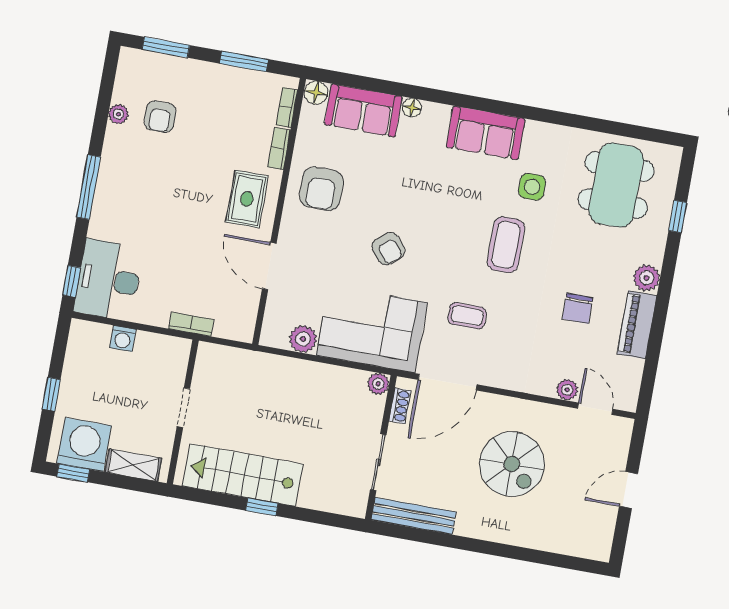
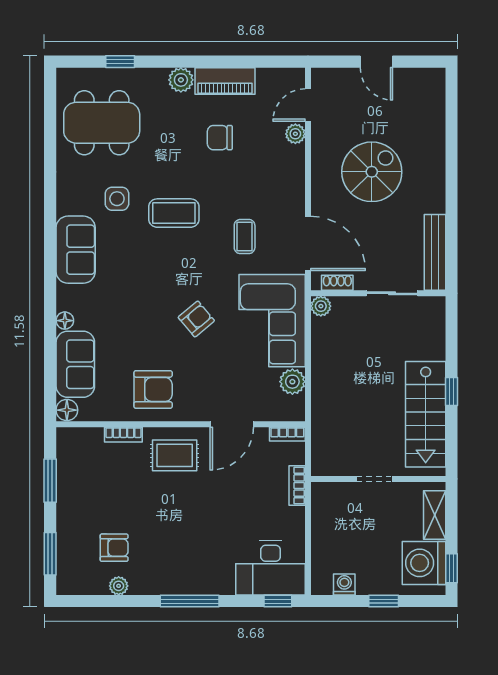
bookcase: (287, 108) -> (287, 434), moved
chair: (578, 308) -> (220, 138), turned 180
washing machine: (123, 339) -> (344, 584), moved, turned -90

